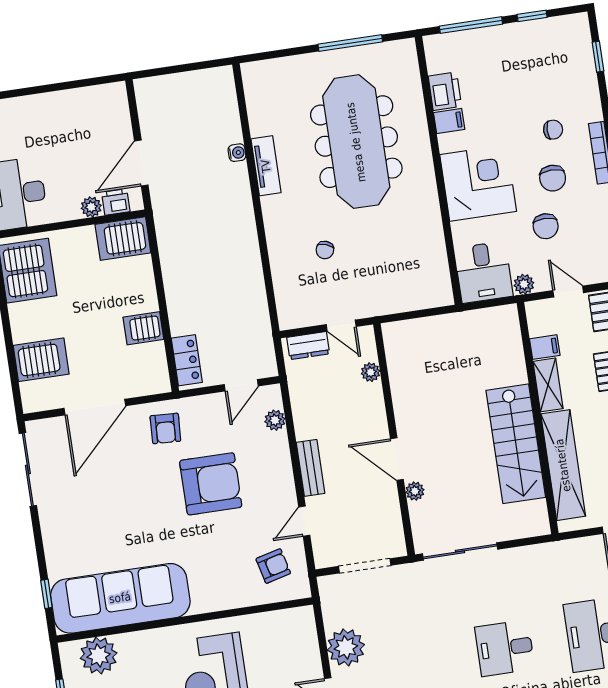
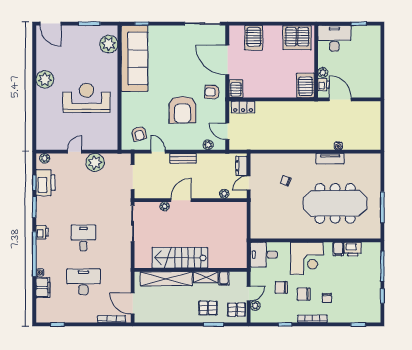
plant: (524, 284) -> (255, 306), moved
server rack: (143, 328) -> (236, 89), moved

